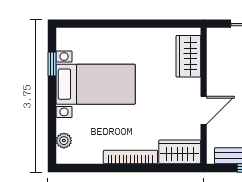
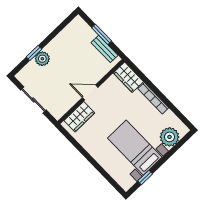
door: (204, 110) -> (90, 92), moved
plant: (64, 141) -> (170, 137), width x1.87, depth x1.87

